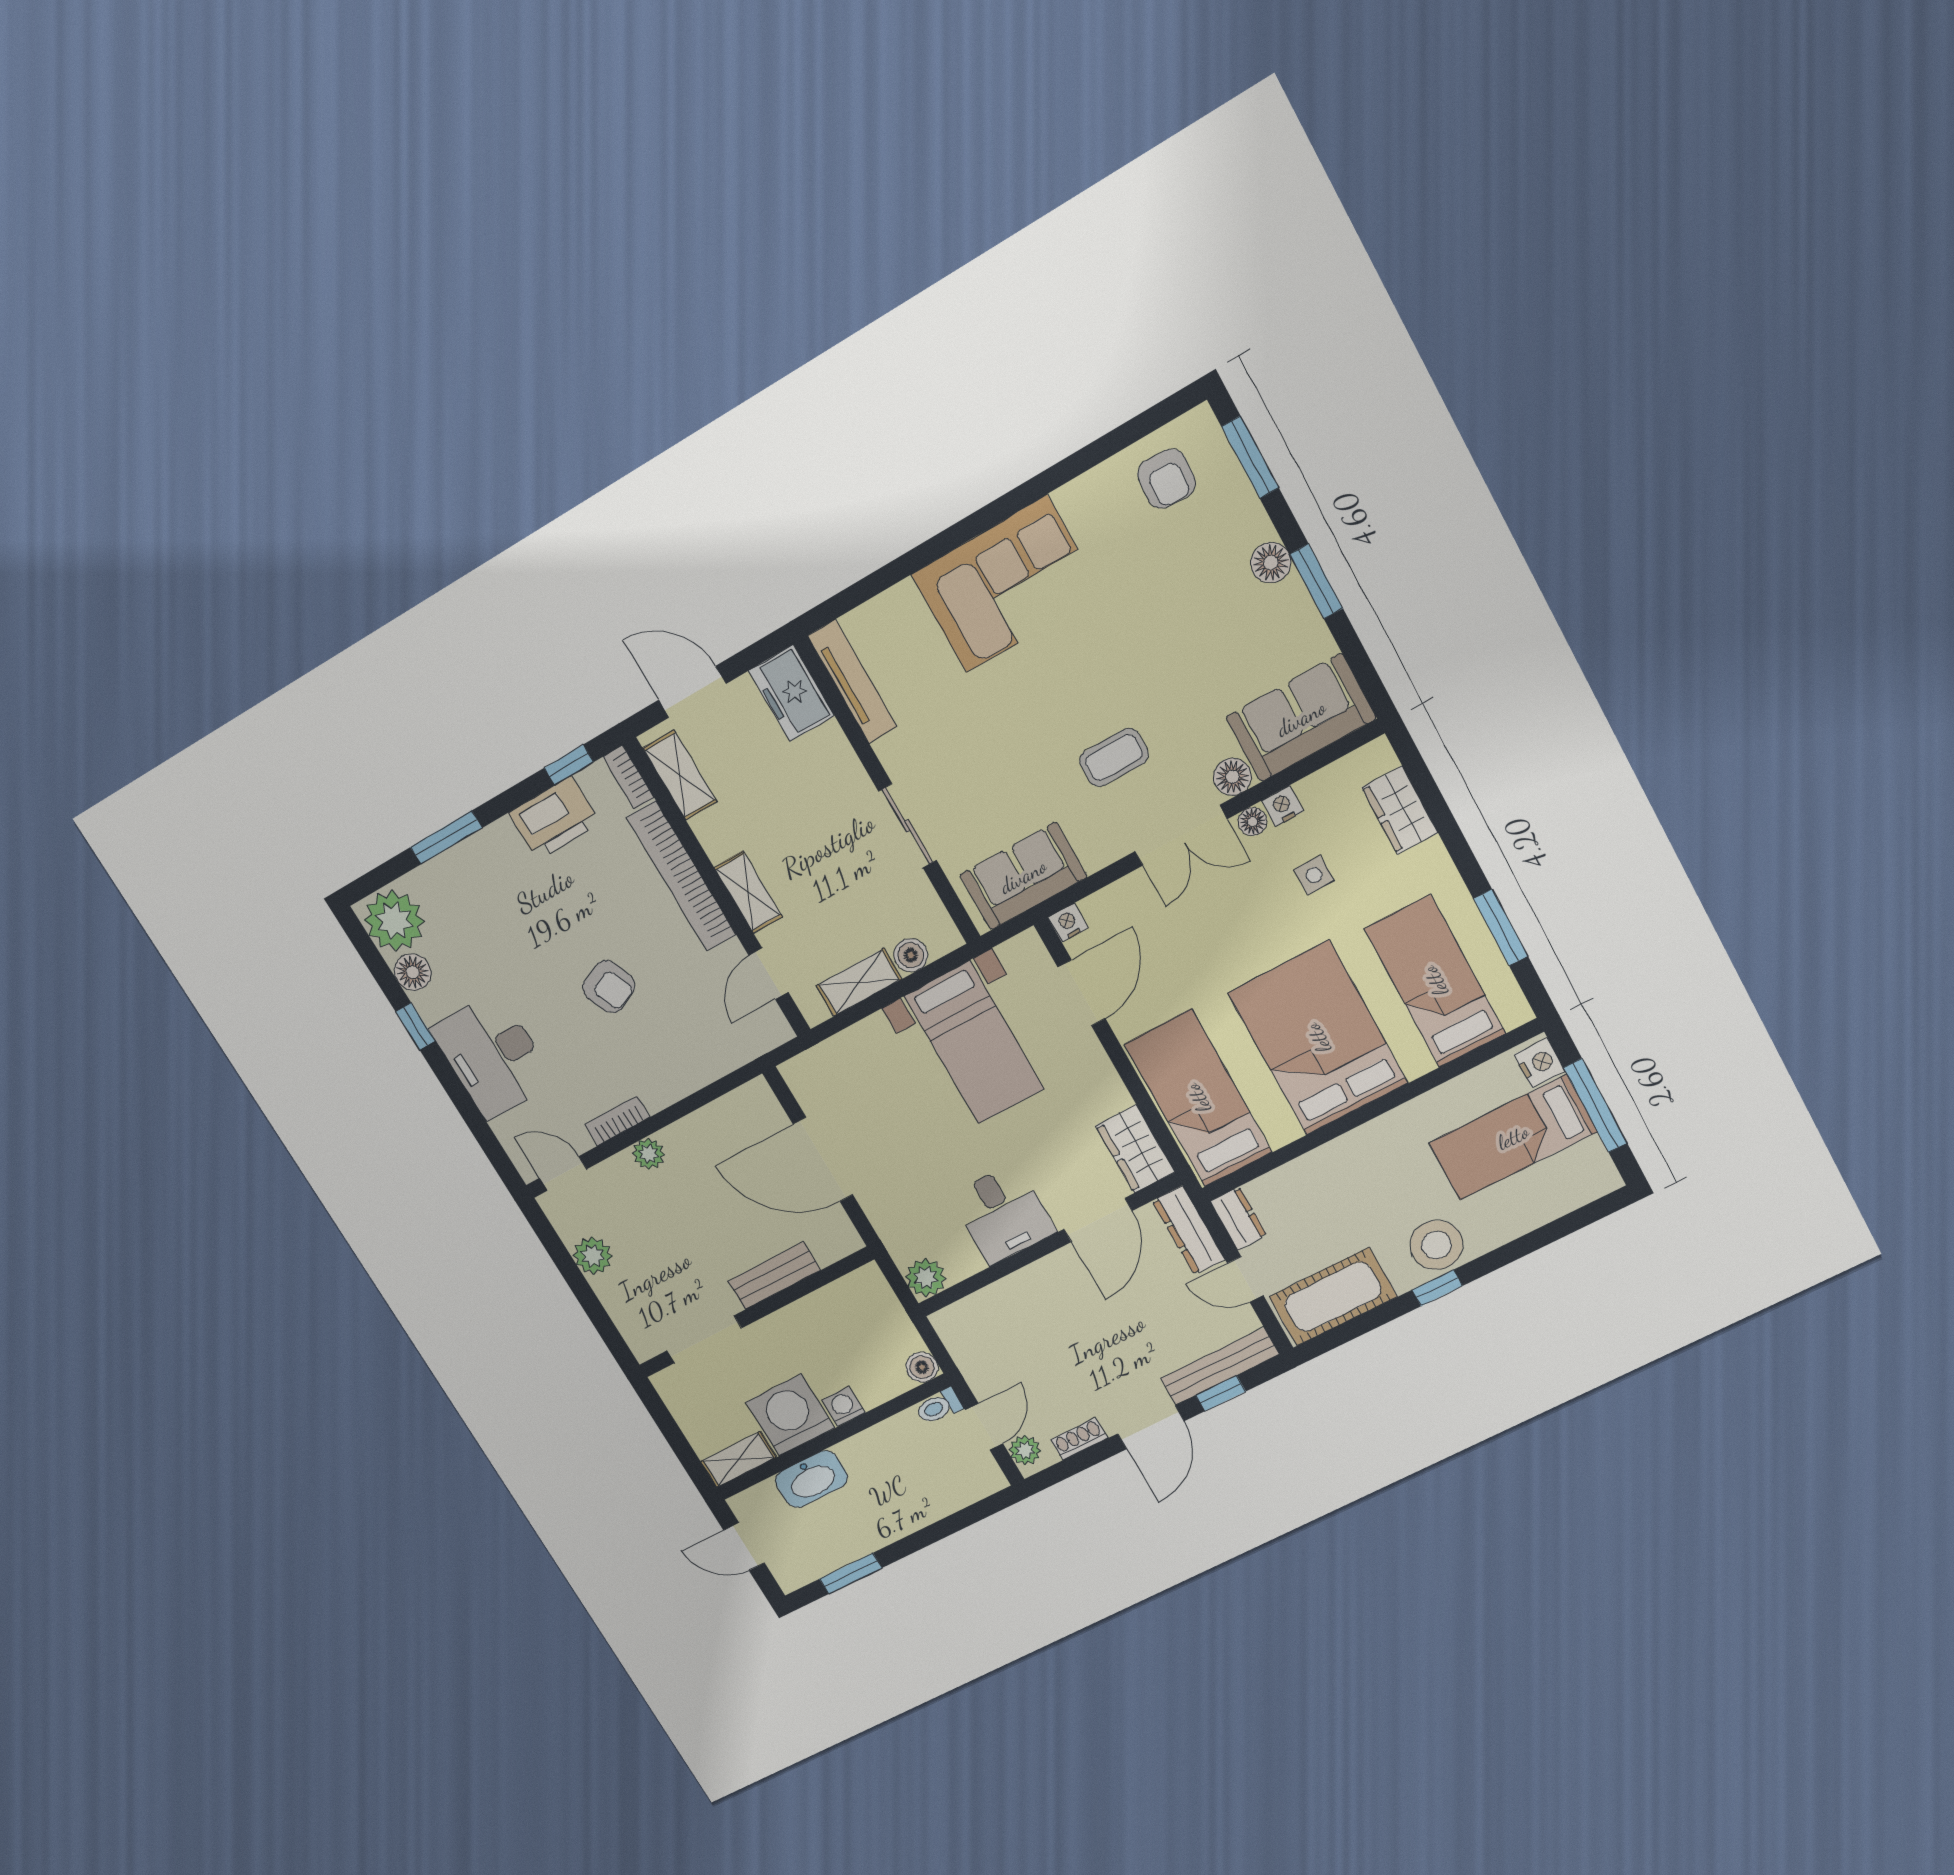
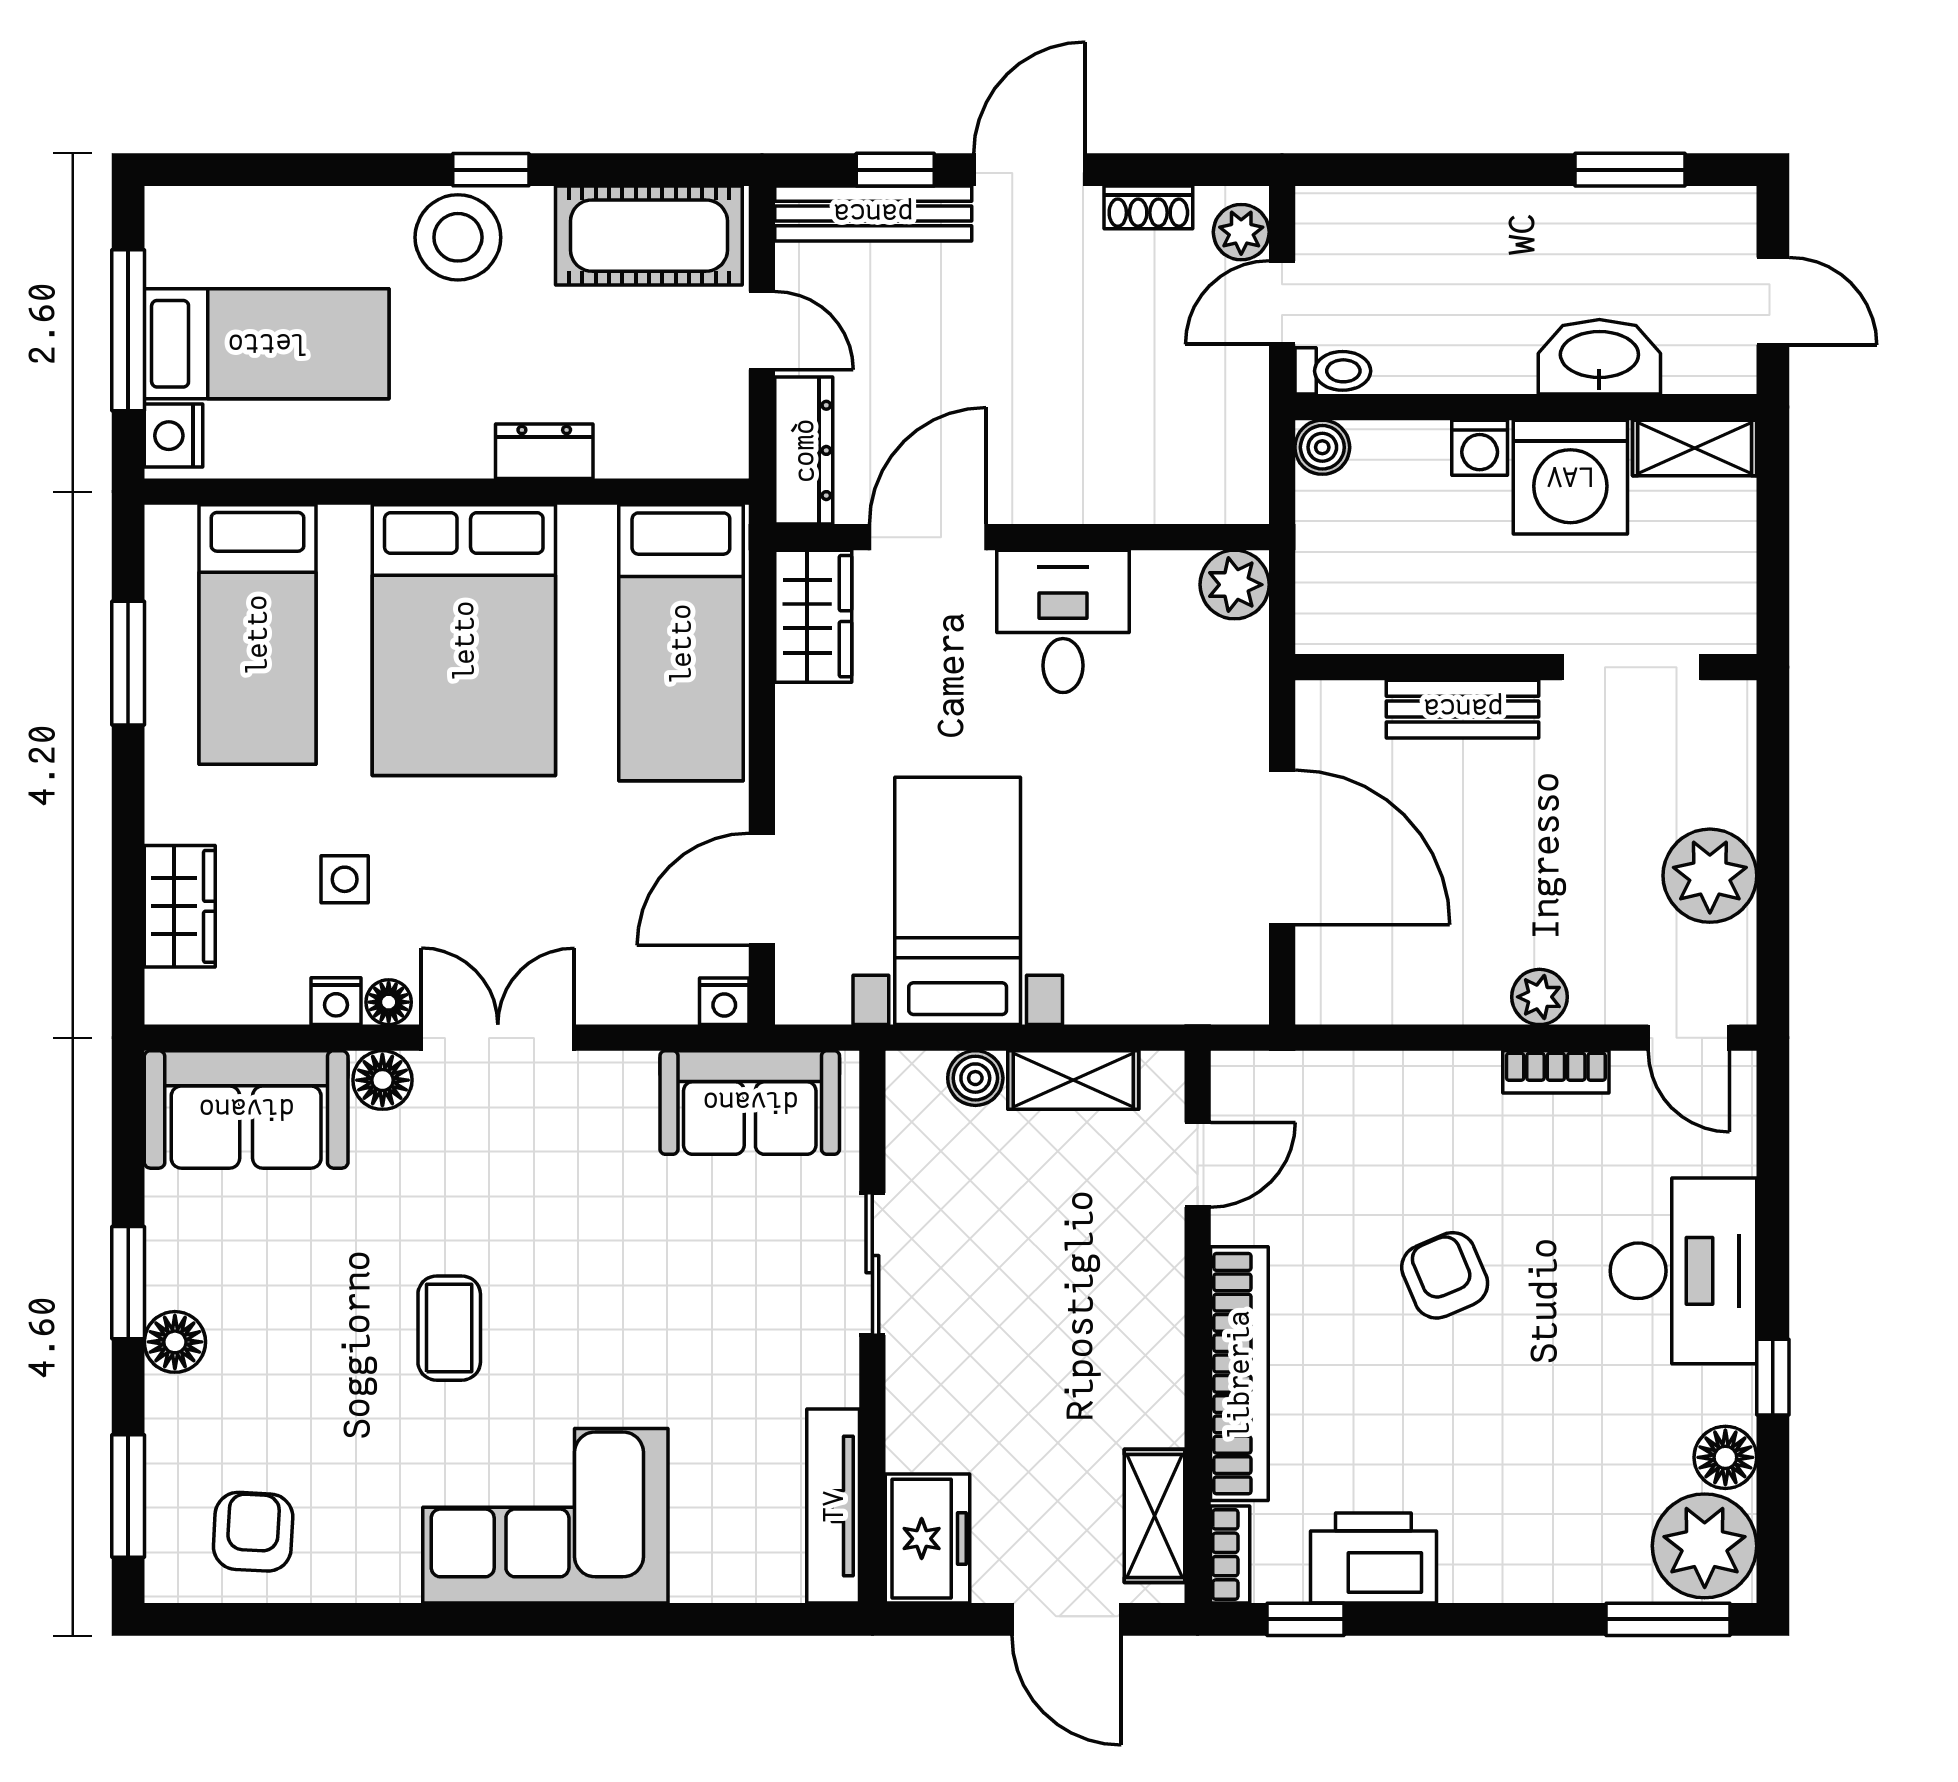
coffee table: (1114, 757) -> (449, 1328), moved, turned 90
window: (446, 838) -> (1668, 1619), moved
shelving: (748, 892) -> (1157, 1298), removed
dresser: (1238, 1219) -> (544, 451), moved, turned 90
plant: (593, 1256) -> (1710, 876), width x1.36, depth x1.36

